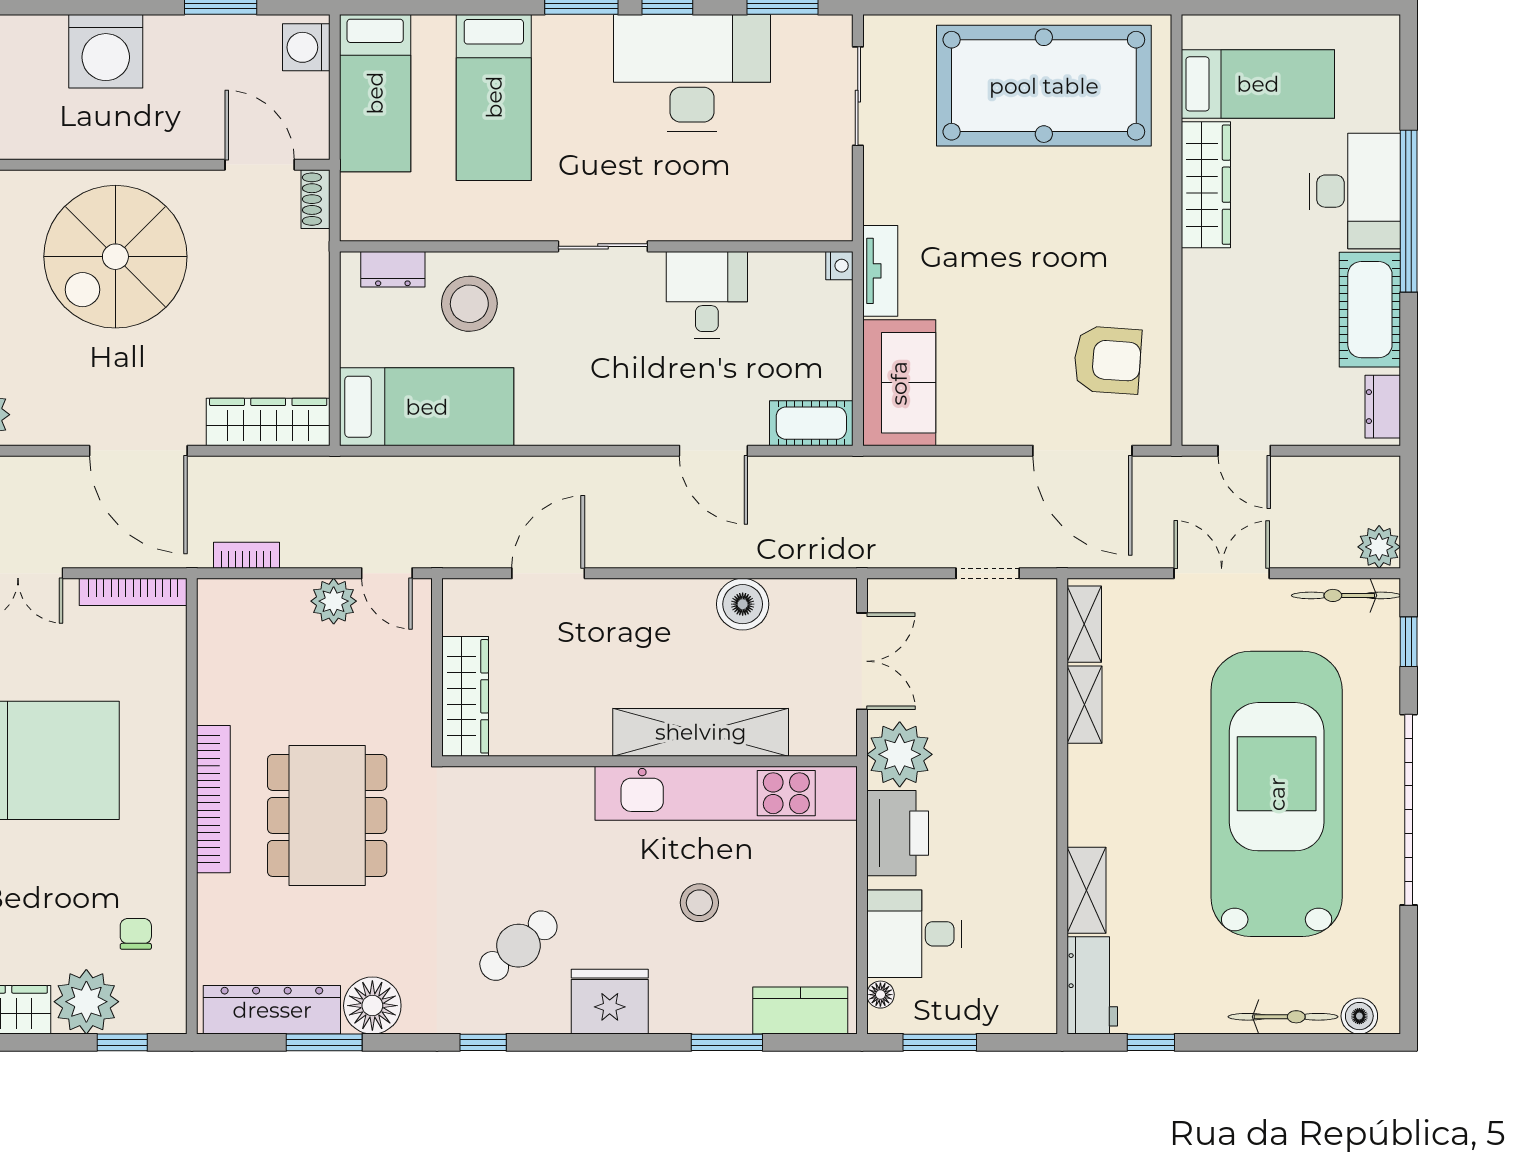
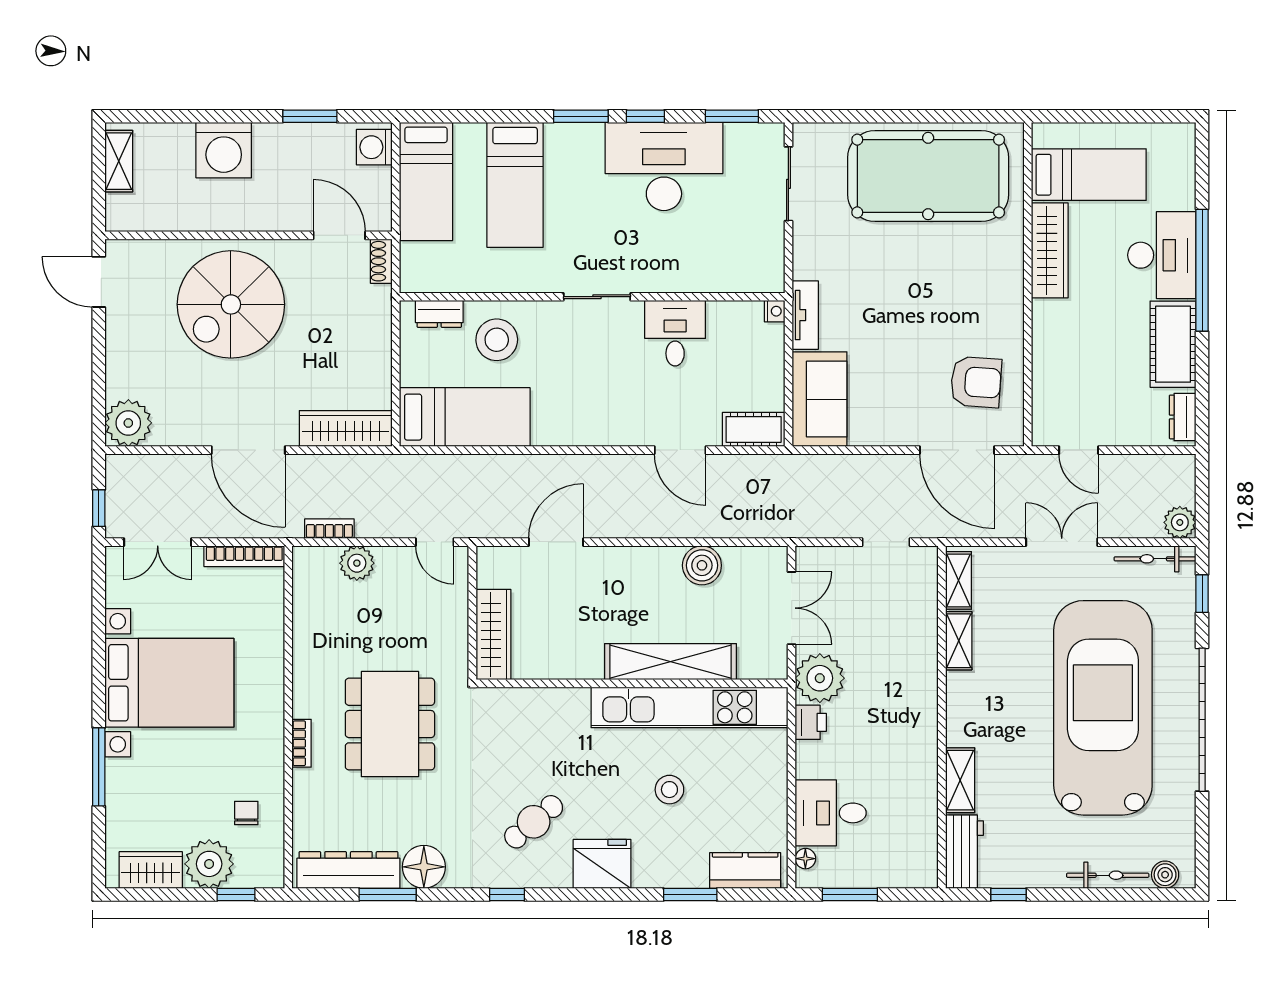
plant: (334, 601) -> (357, 563), moved
bookcase: (213, 799) -> (302, 743), width x0.43, depth x0.76
printer: (898, 833) -> (811, 722), width x0.53, depth x0.68

